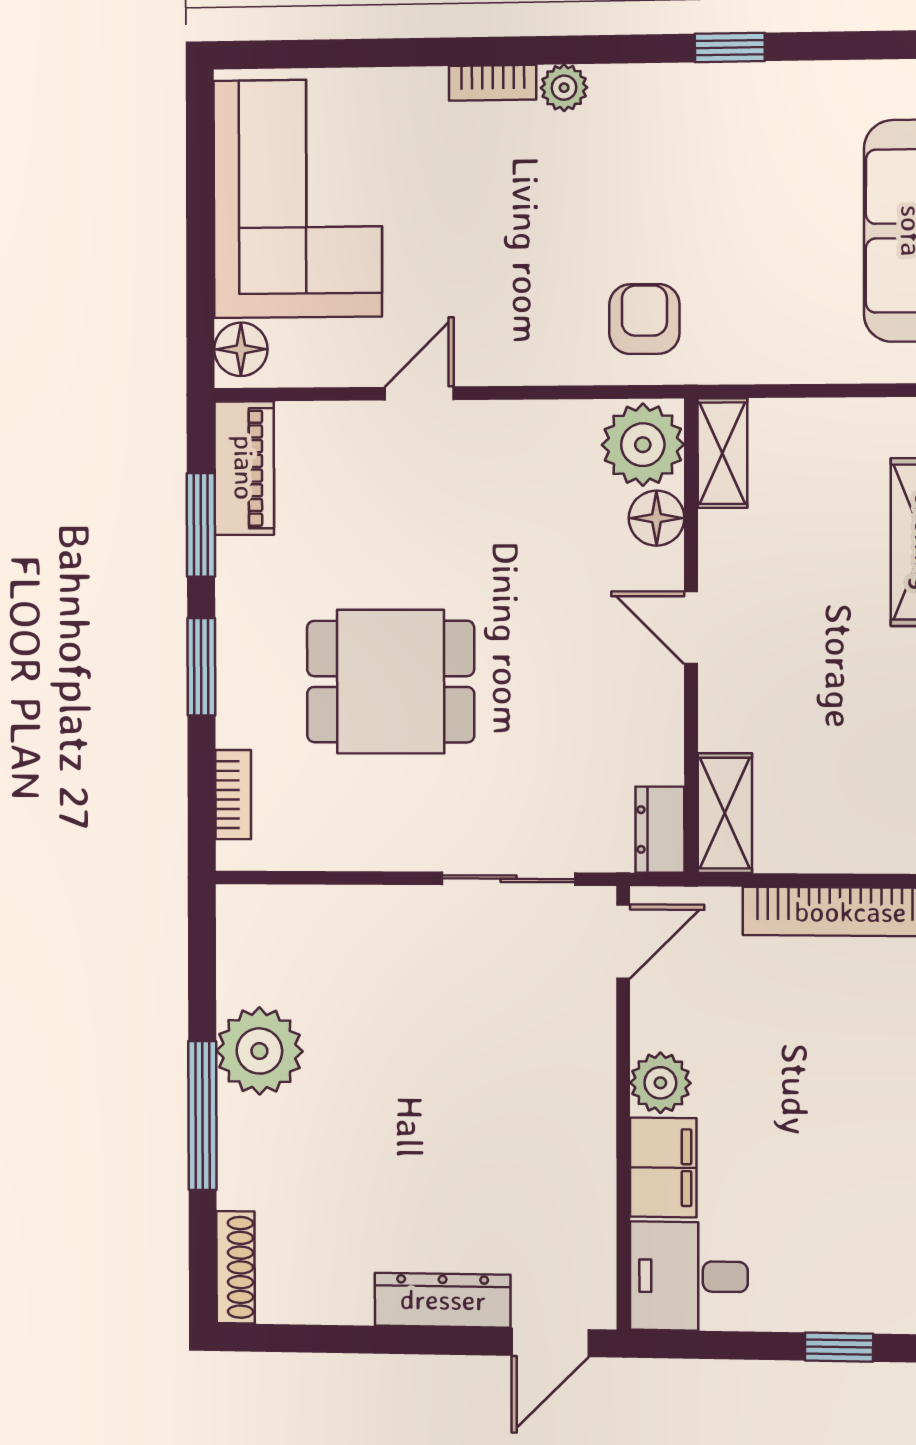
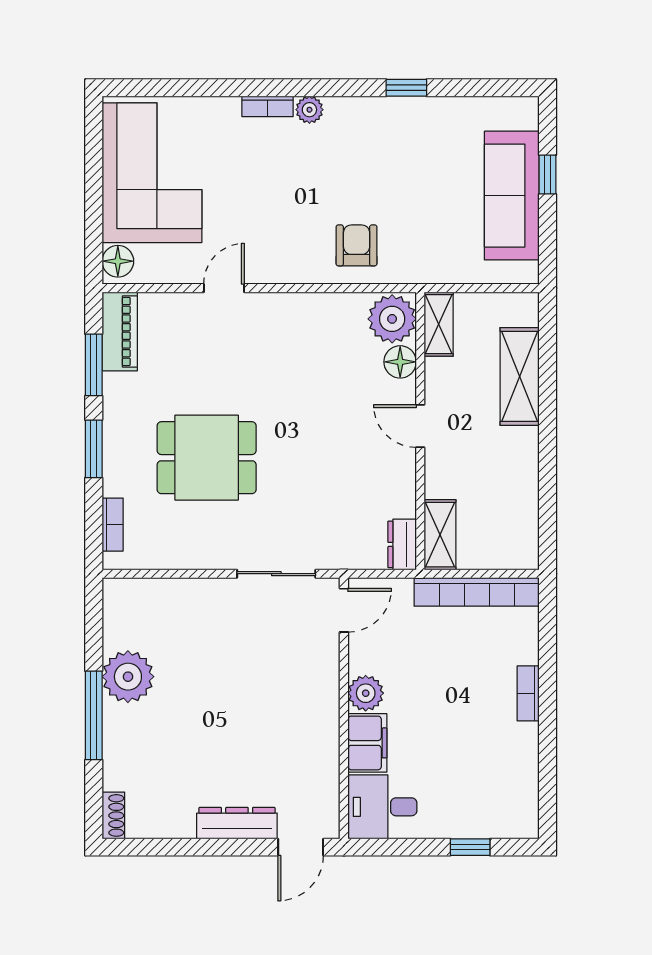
plant: (643, 445) -> (392, 319), moved
shelving: (722, 453) -> (439, 324), moved
floor lamp: (657, 518) -> (400, 362), moved
door: (691, 628) -> (420, 426), moved
wall: (691, 636) -> (420, 431), moved
shelving: (725, 813) -> (440, 535), moved
dresser: (660, 830) -> (402, 544), moved
shoe rack: (236, 1267) -> (113, 815), width x0.70

